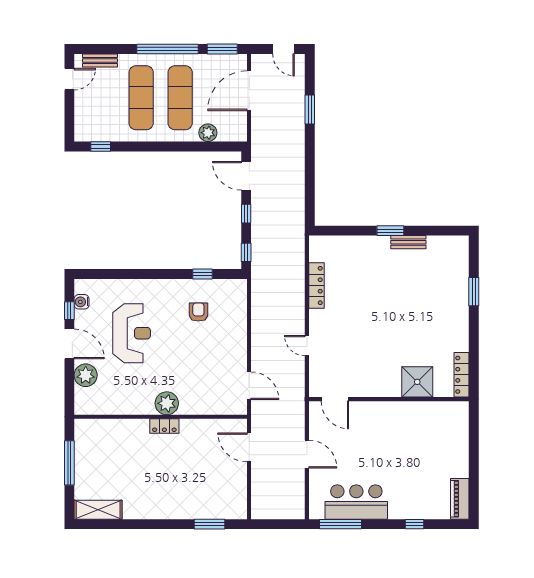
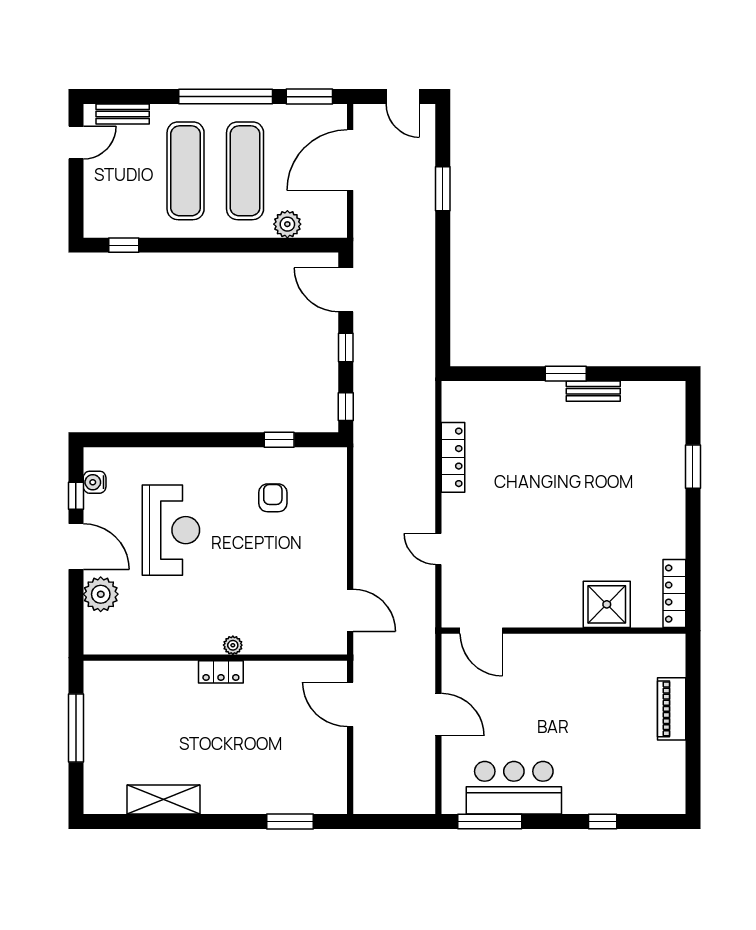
plant: (167, 403) -> (233, 645), width x0.53, depth x0.53
piano: (460, 499) -> (672, 709), moved
shelving: (98, 510) -> (164, 799), moved

